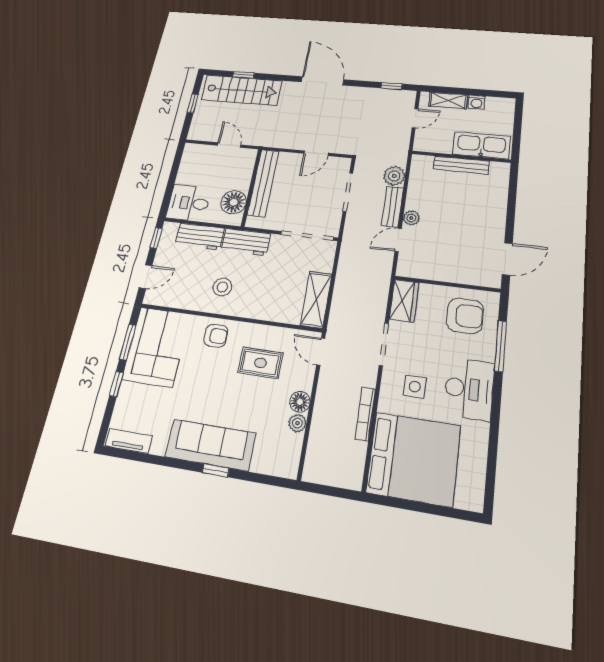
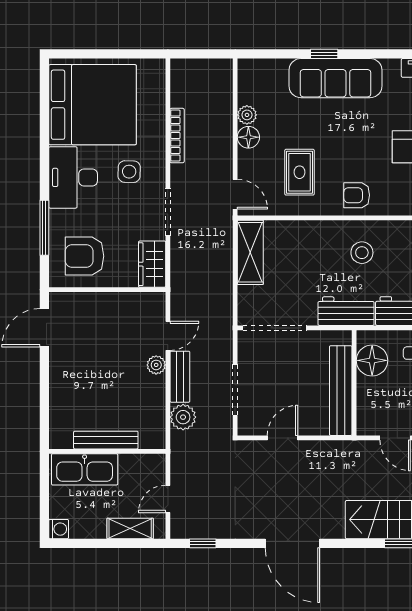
washing machine: (477, 102) -> (59, 529), moved, turned 90
rug: (260, 363) -> (299, 172), turned 90
bed: (413, 459) -> (93, 105), moved, turned 180

